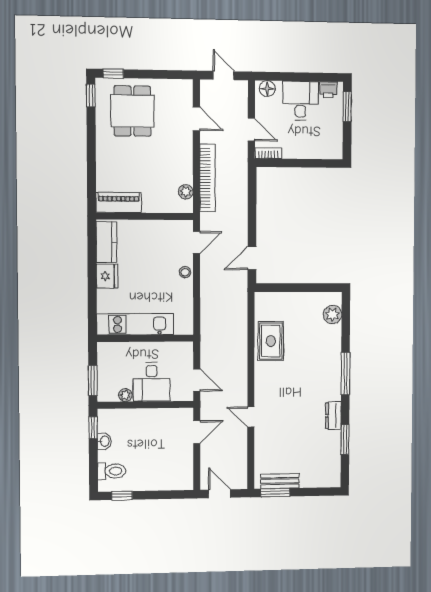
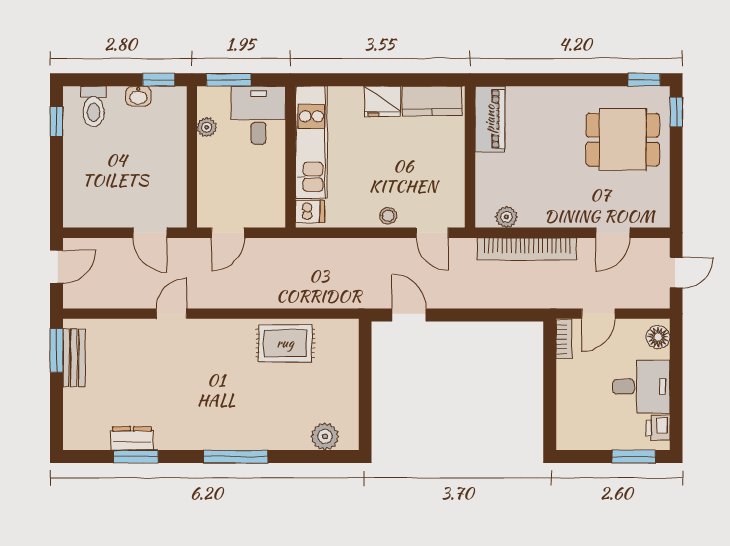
dishwasher: (182, 325) -> (310, 211), added
desk: (152, 382) -> (258, 115), moved, turned 90
dresser: (333, 416) -> (132, 438), moved

